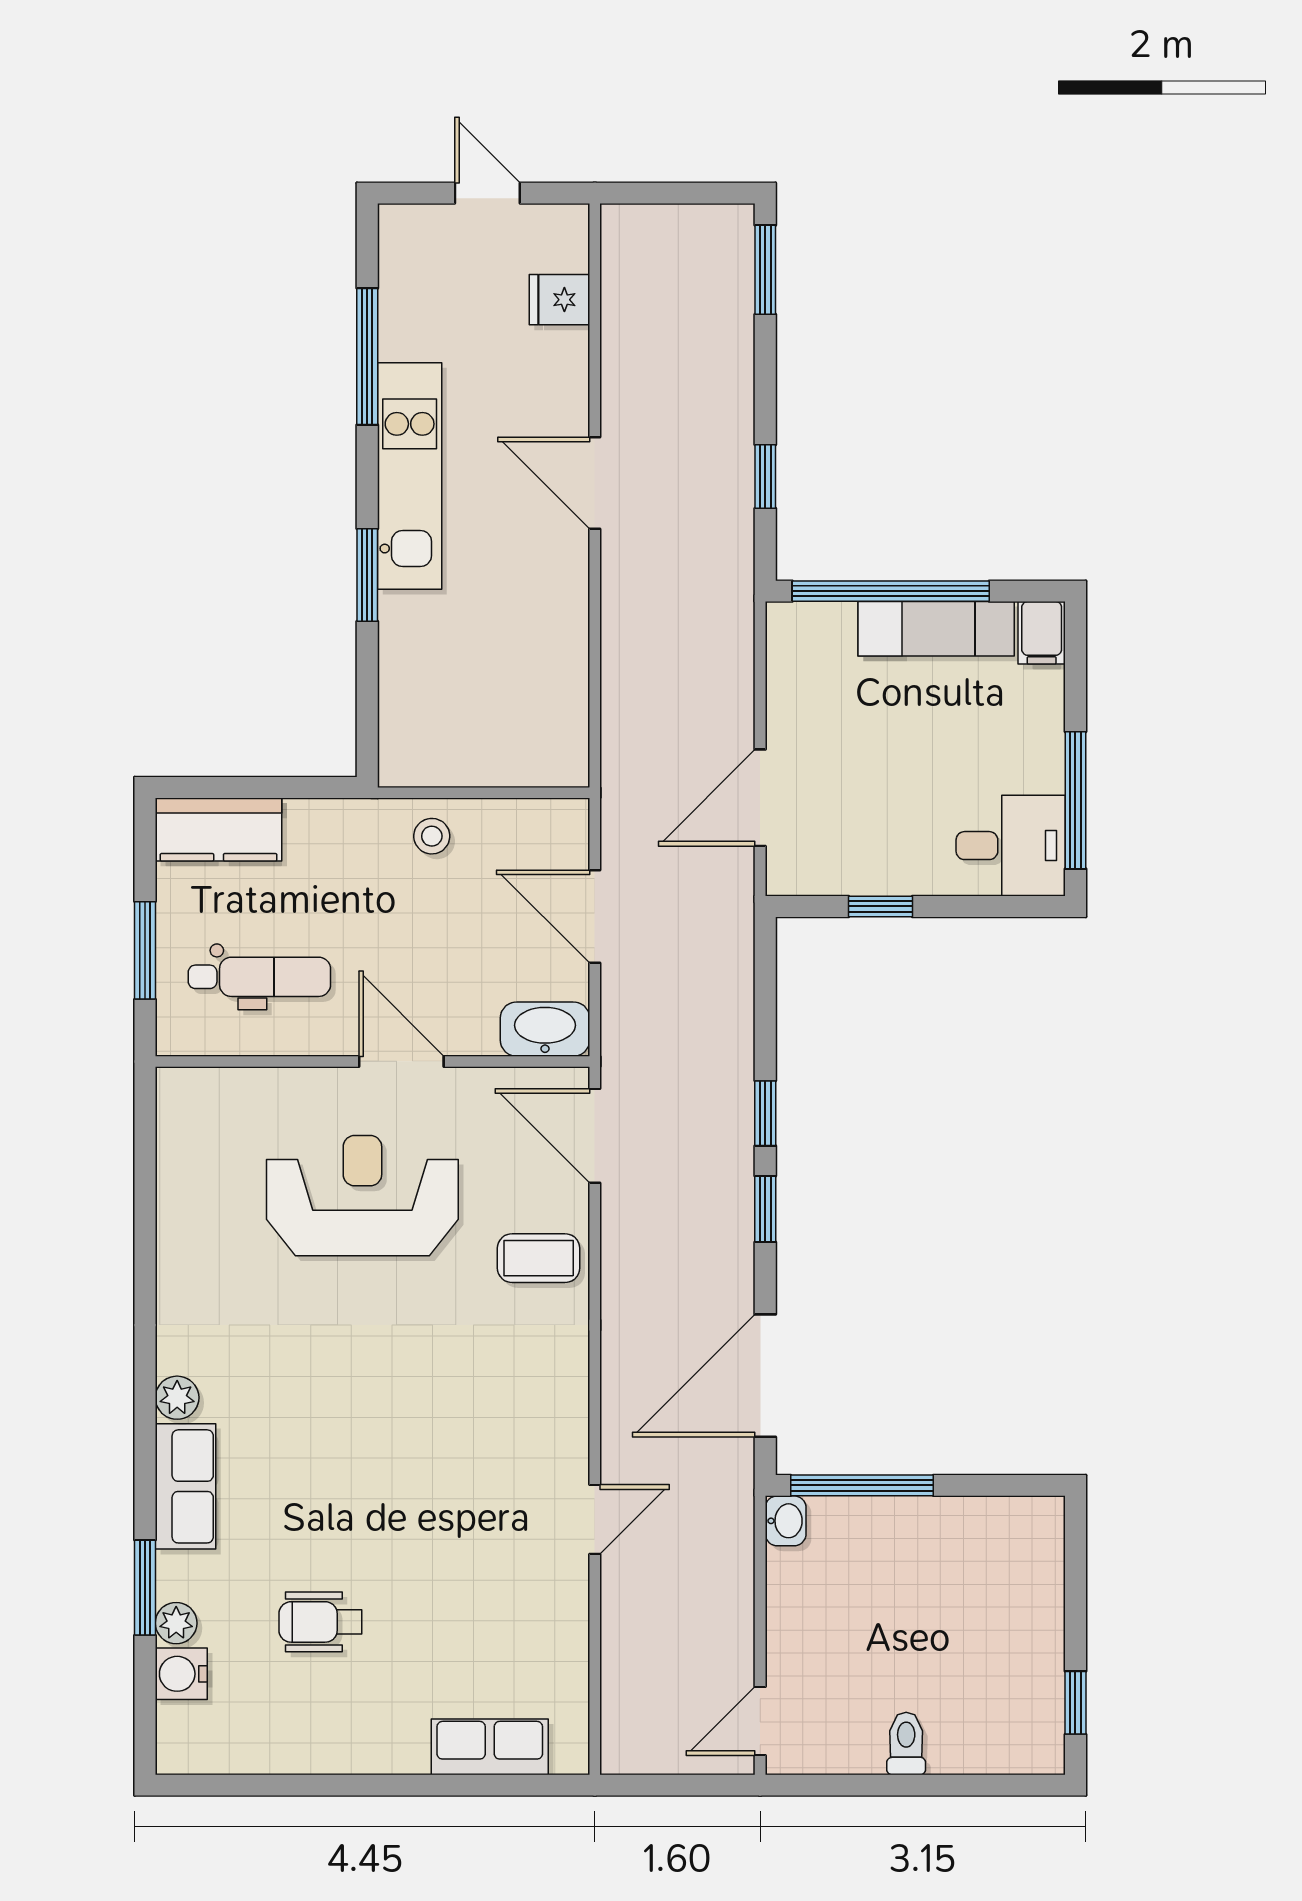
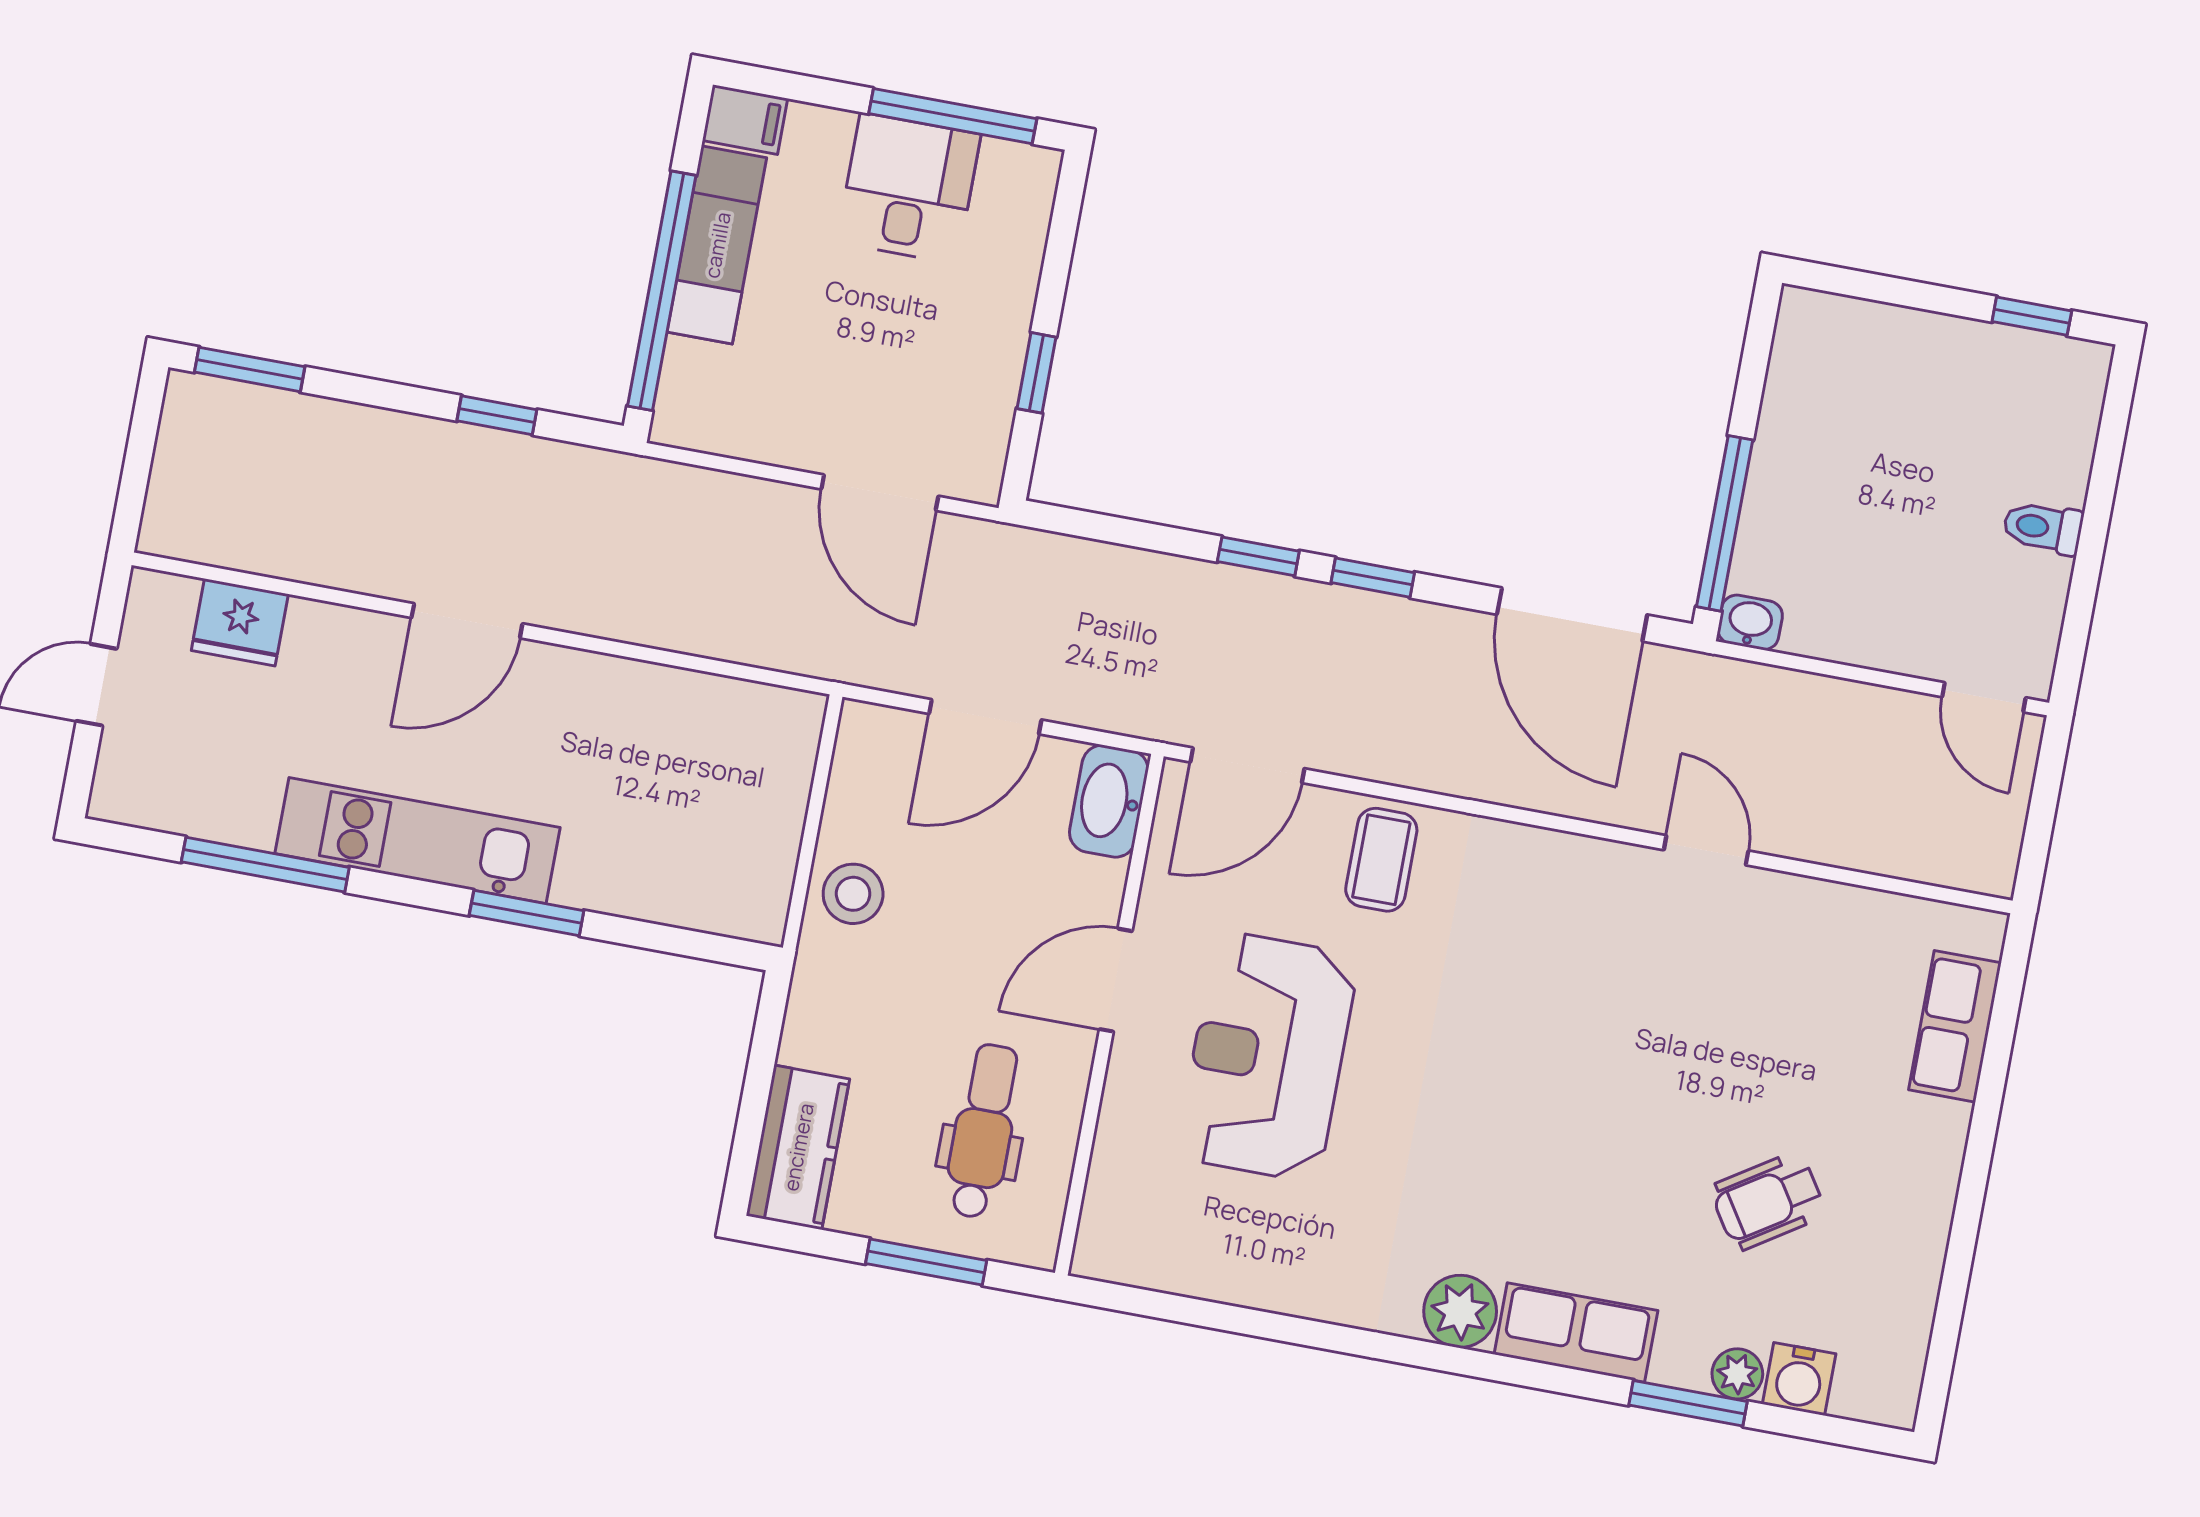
fridge: (559, 300) -> (240, 622), width x1.38
stool: (432, 836) -> (853, 894), width x1.37, depth x1.37
desk: (1011, 846) -> (909, 188), moved
plant: (177, 1398) -> (1460, 1311), width x1.38, depth x1.38
wheelchair: (321, 1622) -> (1768, 1201), turned 57

